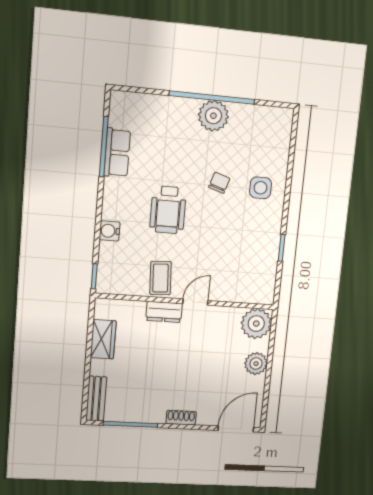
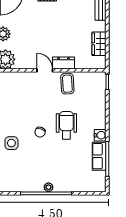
plant: (213, 116) -> (48, 187), width x0.53, depth x0.53
chair: (219, 183) -> (40, 132), moved
water cooler: (110, 231) -> (100, 135), moved
door: (195, 302) -> (45, 70), swing flipped

